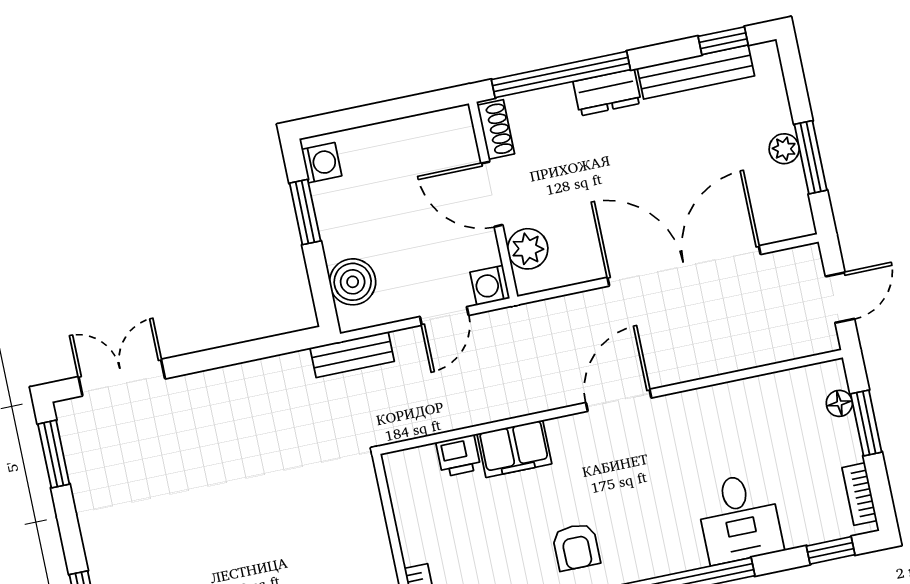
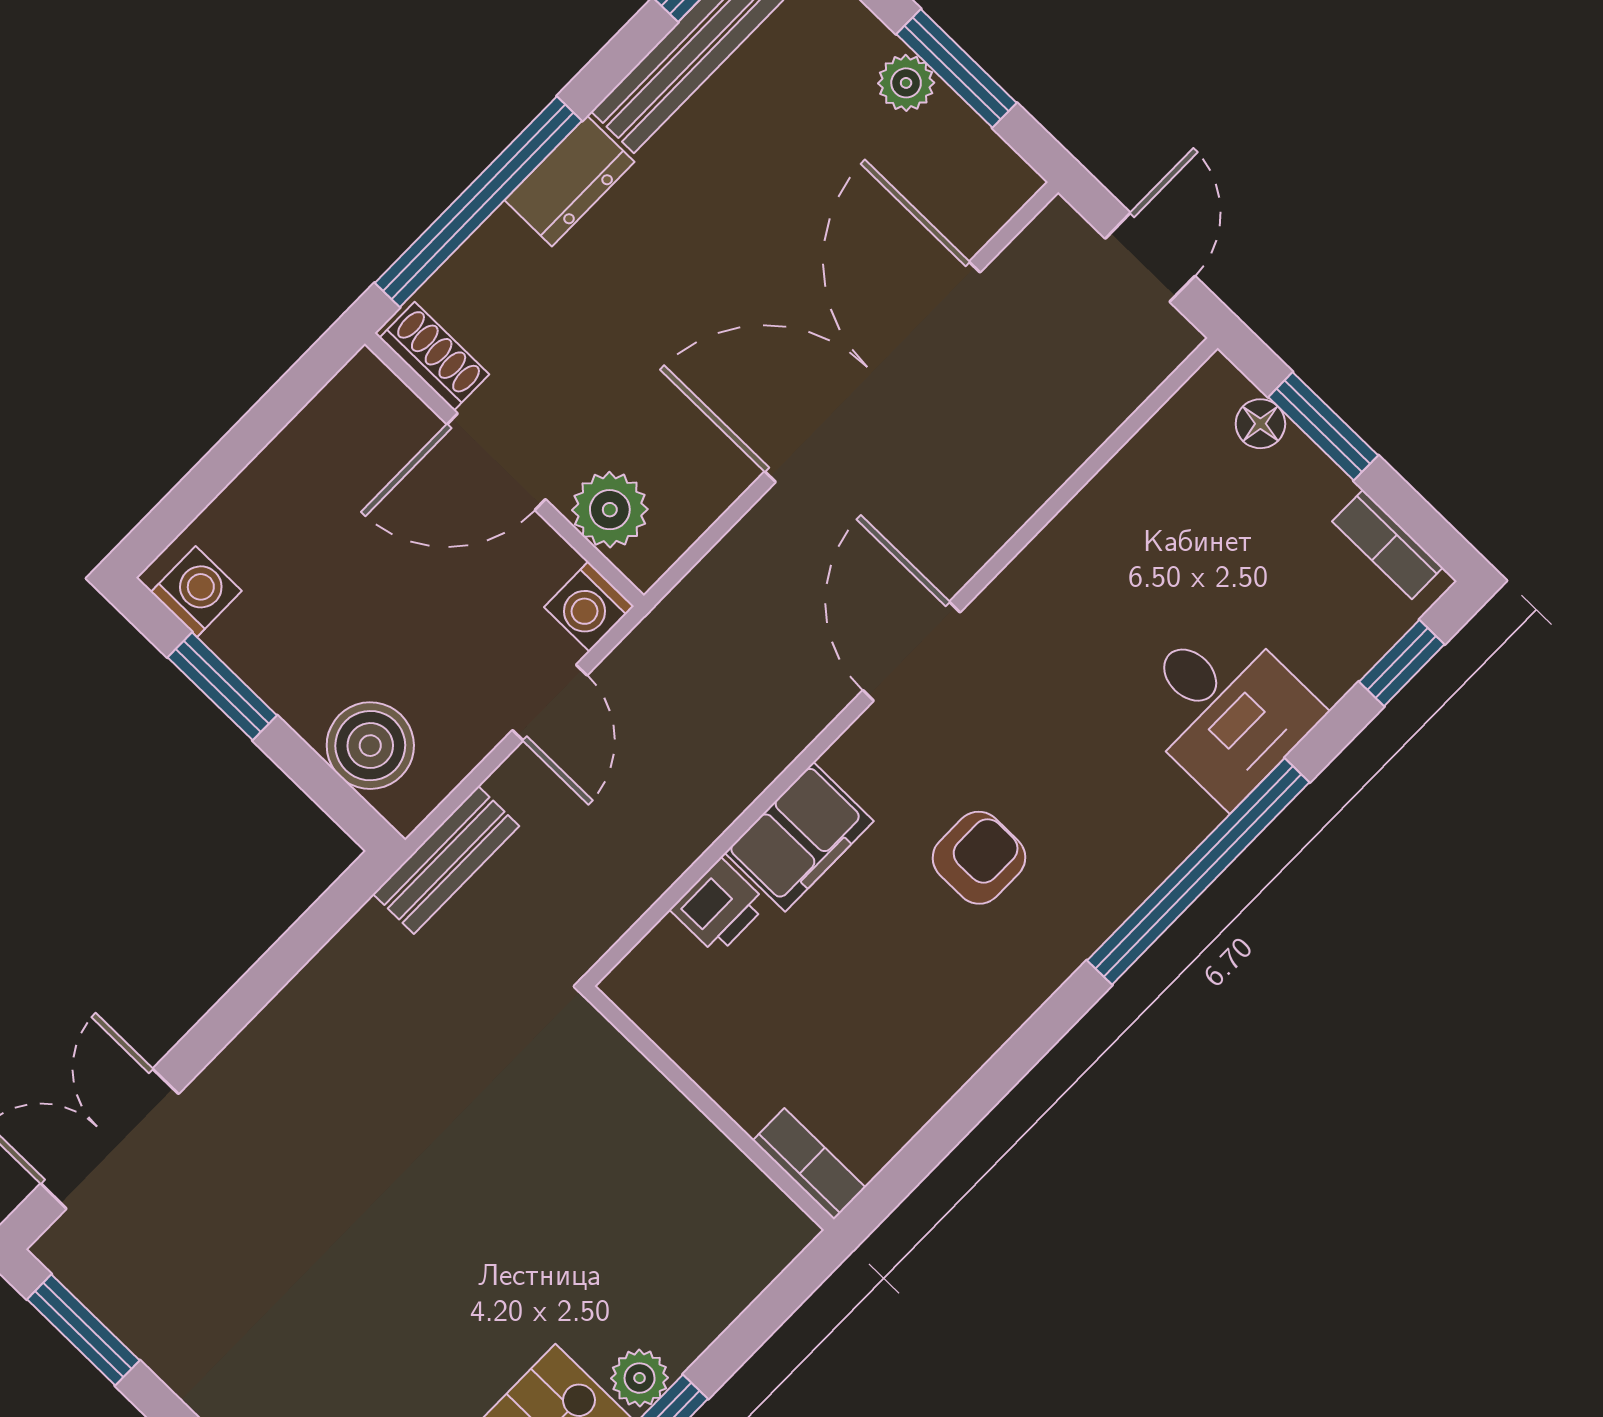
armchair: (576, 547) -> (979, 858), moved, turned -90

